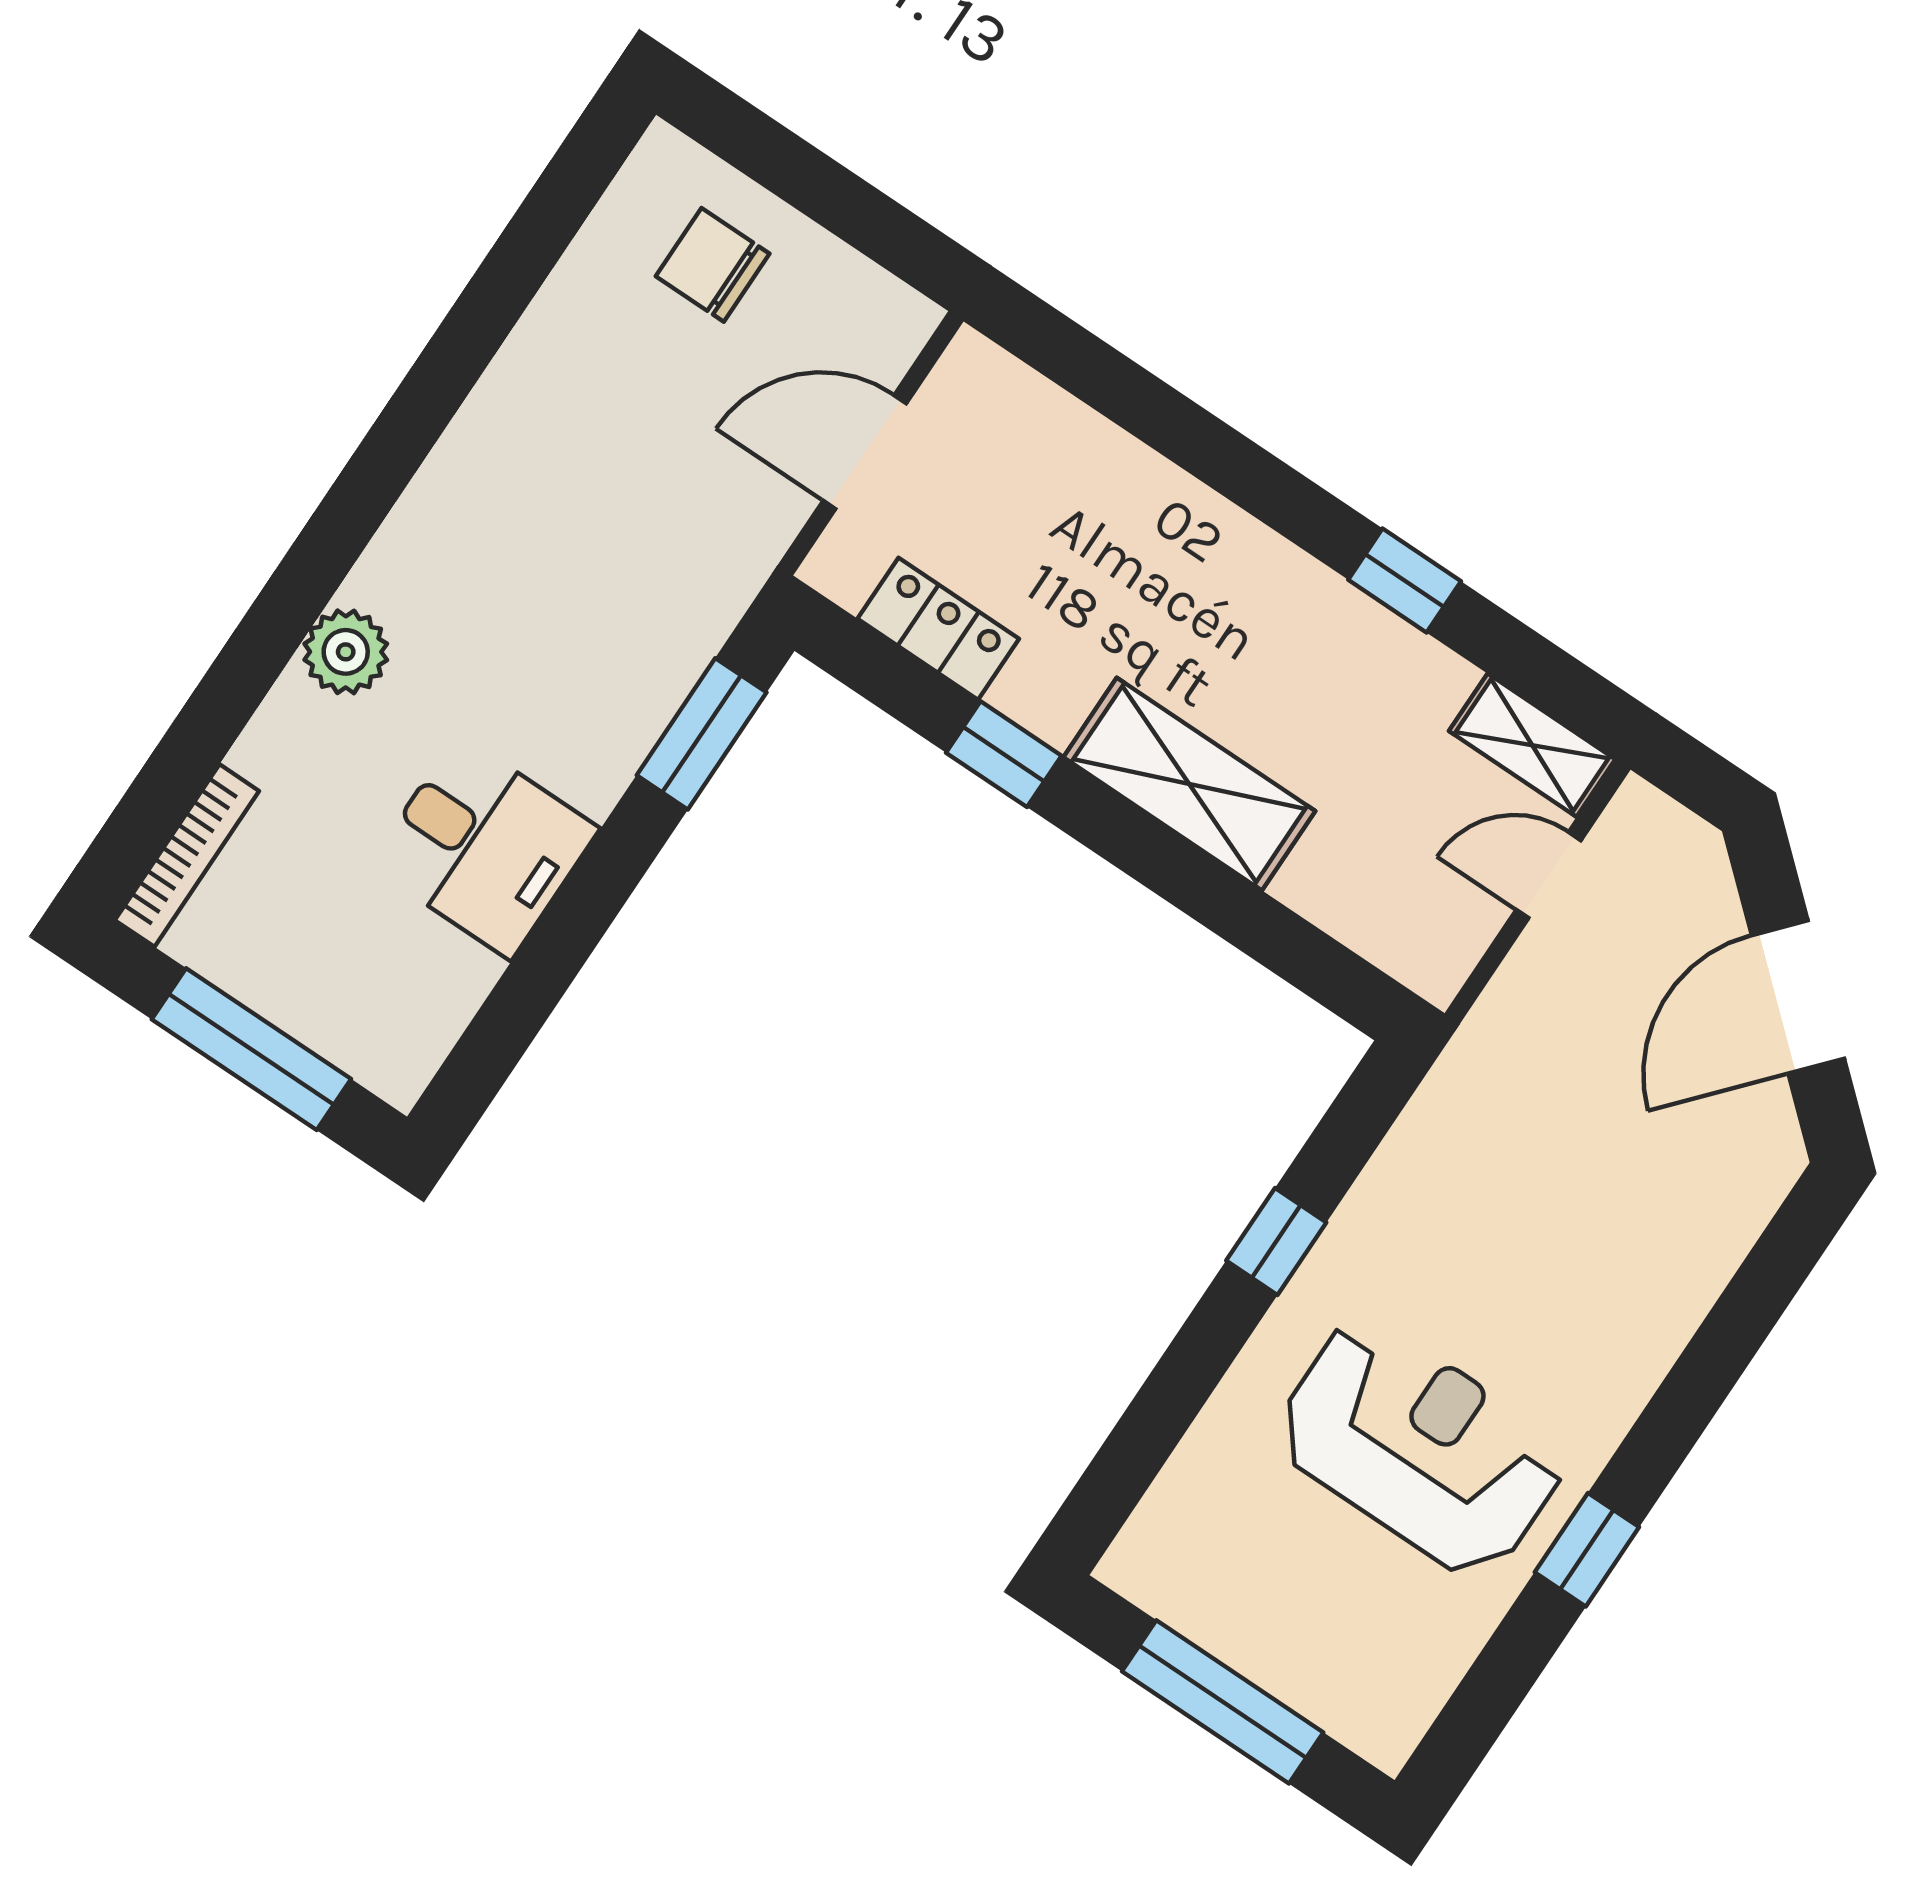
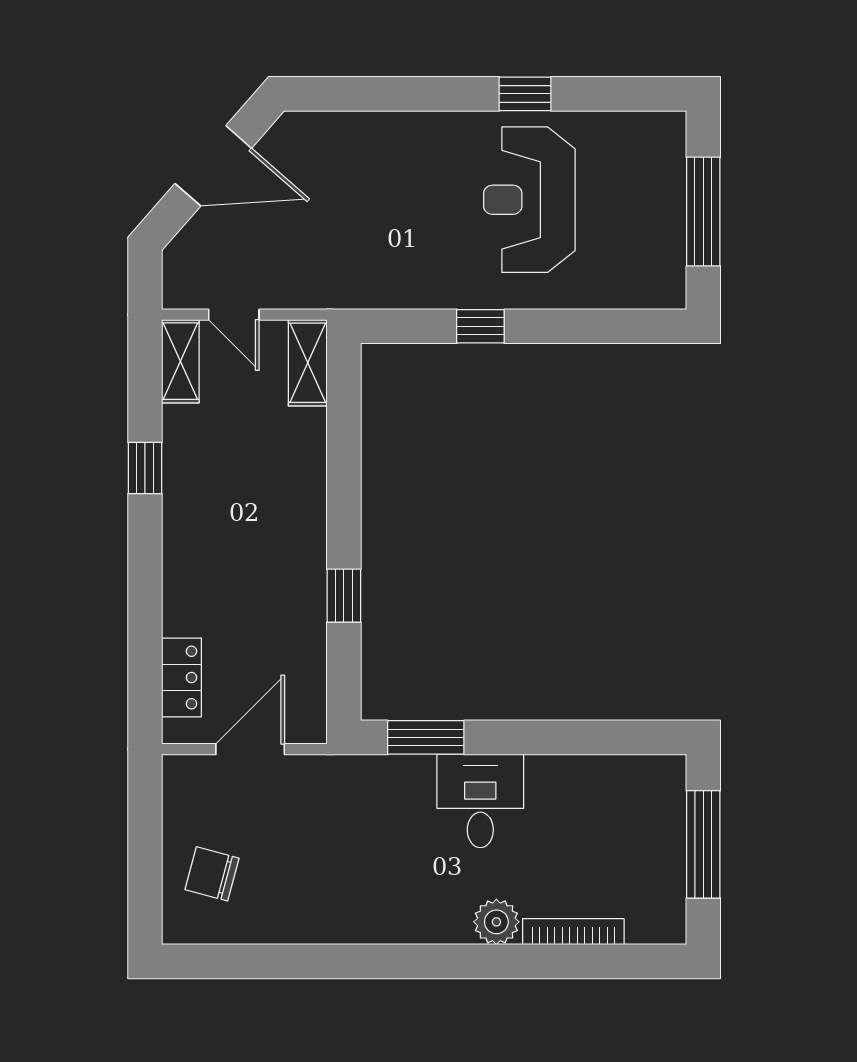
chair: (713, 265) -> (212, 874), turned 105
door: (865, 452) -> (250, 749), swing flipped
locker: (938, 629) -> (182, 677), moved, turned 180
shelving: (1189, 784) -> (308, 363), moved, width x0.67, depth x0.75
desk: (484, 847) -> (480, 801), moved
bookcase: (187, 856) -> (573, 932), moved

